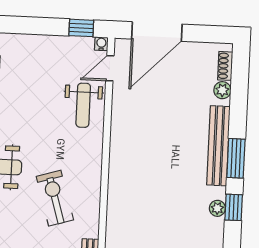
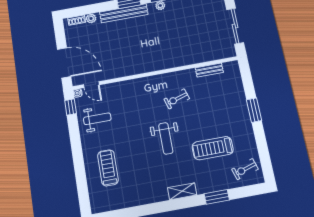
weight bench: (83, 105) -> (97, 119), moved
exercise bike: (55, 198) -> (177, 99), width x0.73, depth x0.72

